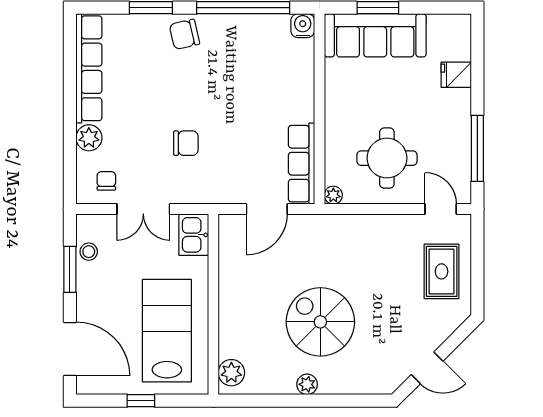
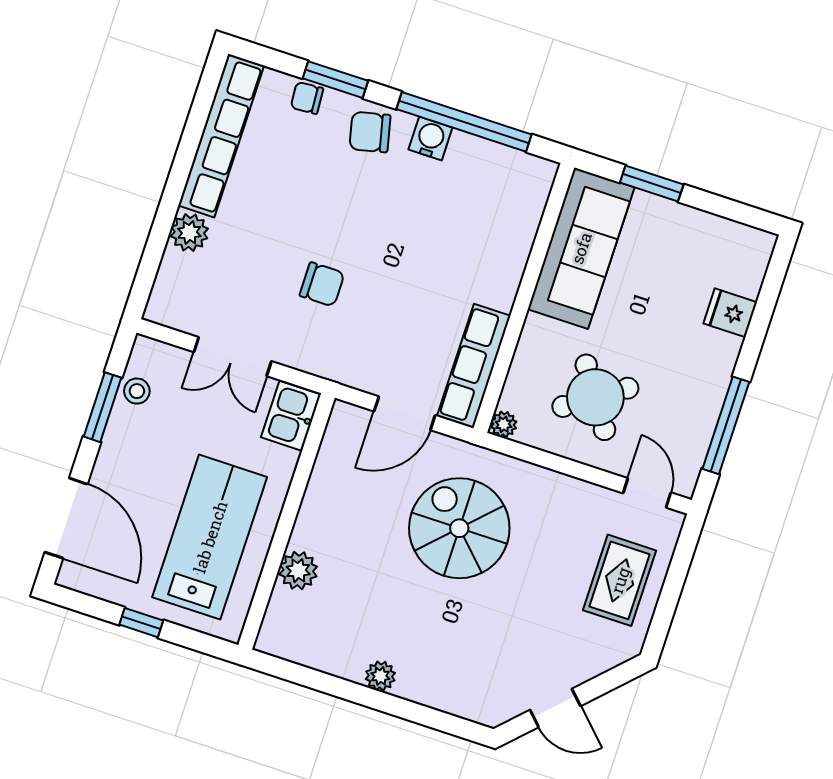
water cooler: (303, 26) -> (430, 138), moved
sofa: (375, 35) -> (581, 248), moved, turned -90
round table: (387, 158) -> (595, 397), turned -34
chair: (106, 181) -> (307, 98), moved, turned -94
spiral stairs: (320, 322) -> (459, 528), moved
plant: (231, 373) -> (298, 571), moved

